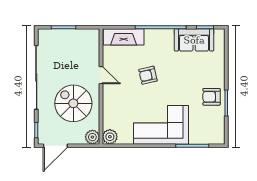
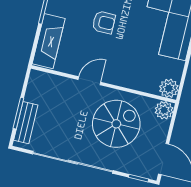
bench: (58, 35) -> (26, 123), added
armchair: (148, 75) -> (104, 22), turned -77
spiral stairs: (73, 103) -> (116, 124), turned 180

